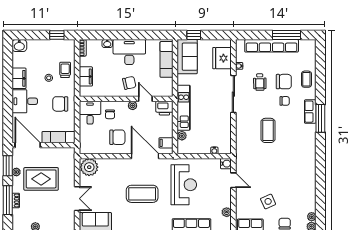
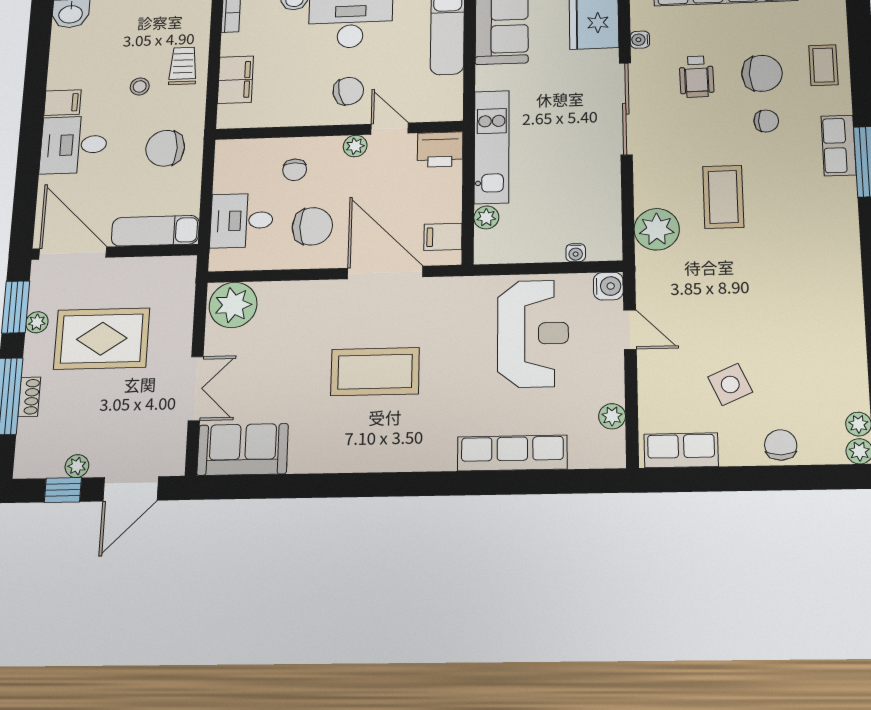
filing cabinet: (19, 78) -> (63, 103), width x0.50
desk: (90, 113) -> (242, 221), moved, turned -90
plant: (244, 142) -> (657, 229), added
reception desk: (184, 185) -> (533, 334), moved

